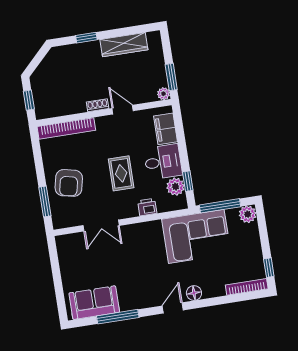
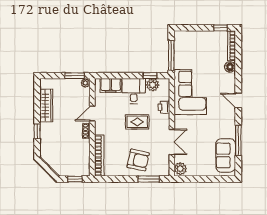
plant: (248, 214) -> (180, 169), moved
corner sofa: (196, 236) -> (190, 92), moved
floor lamp: (194, 293) -> (230, 67), moved

